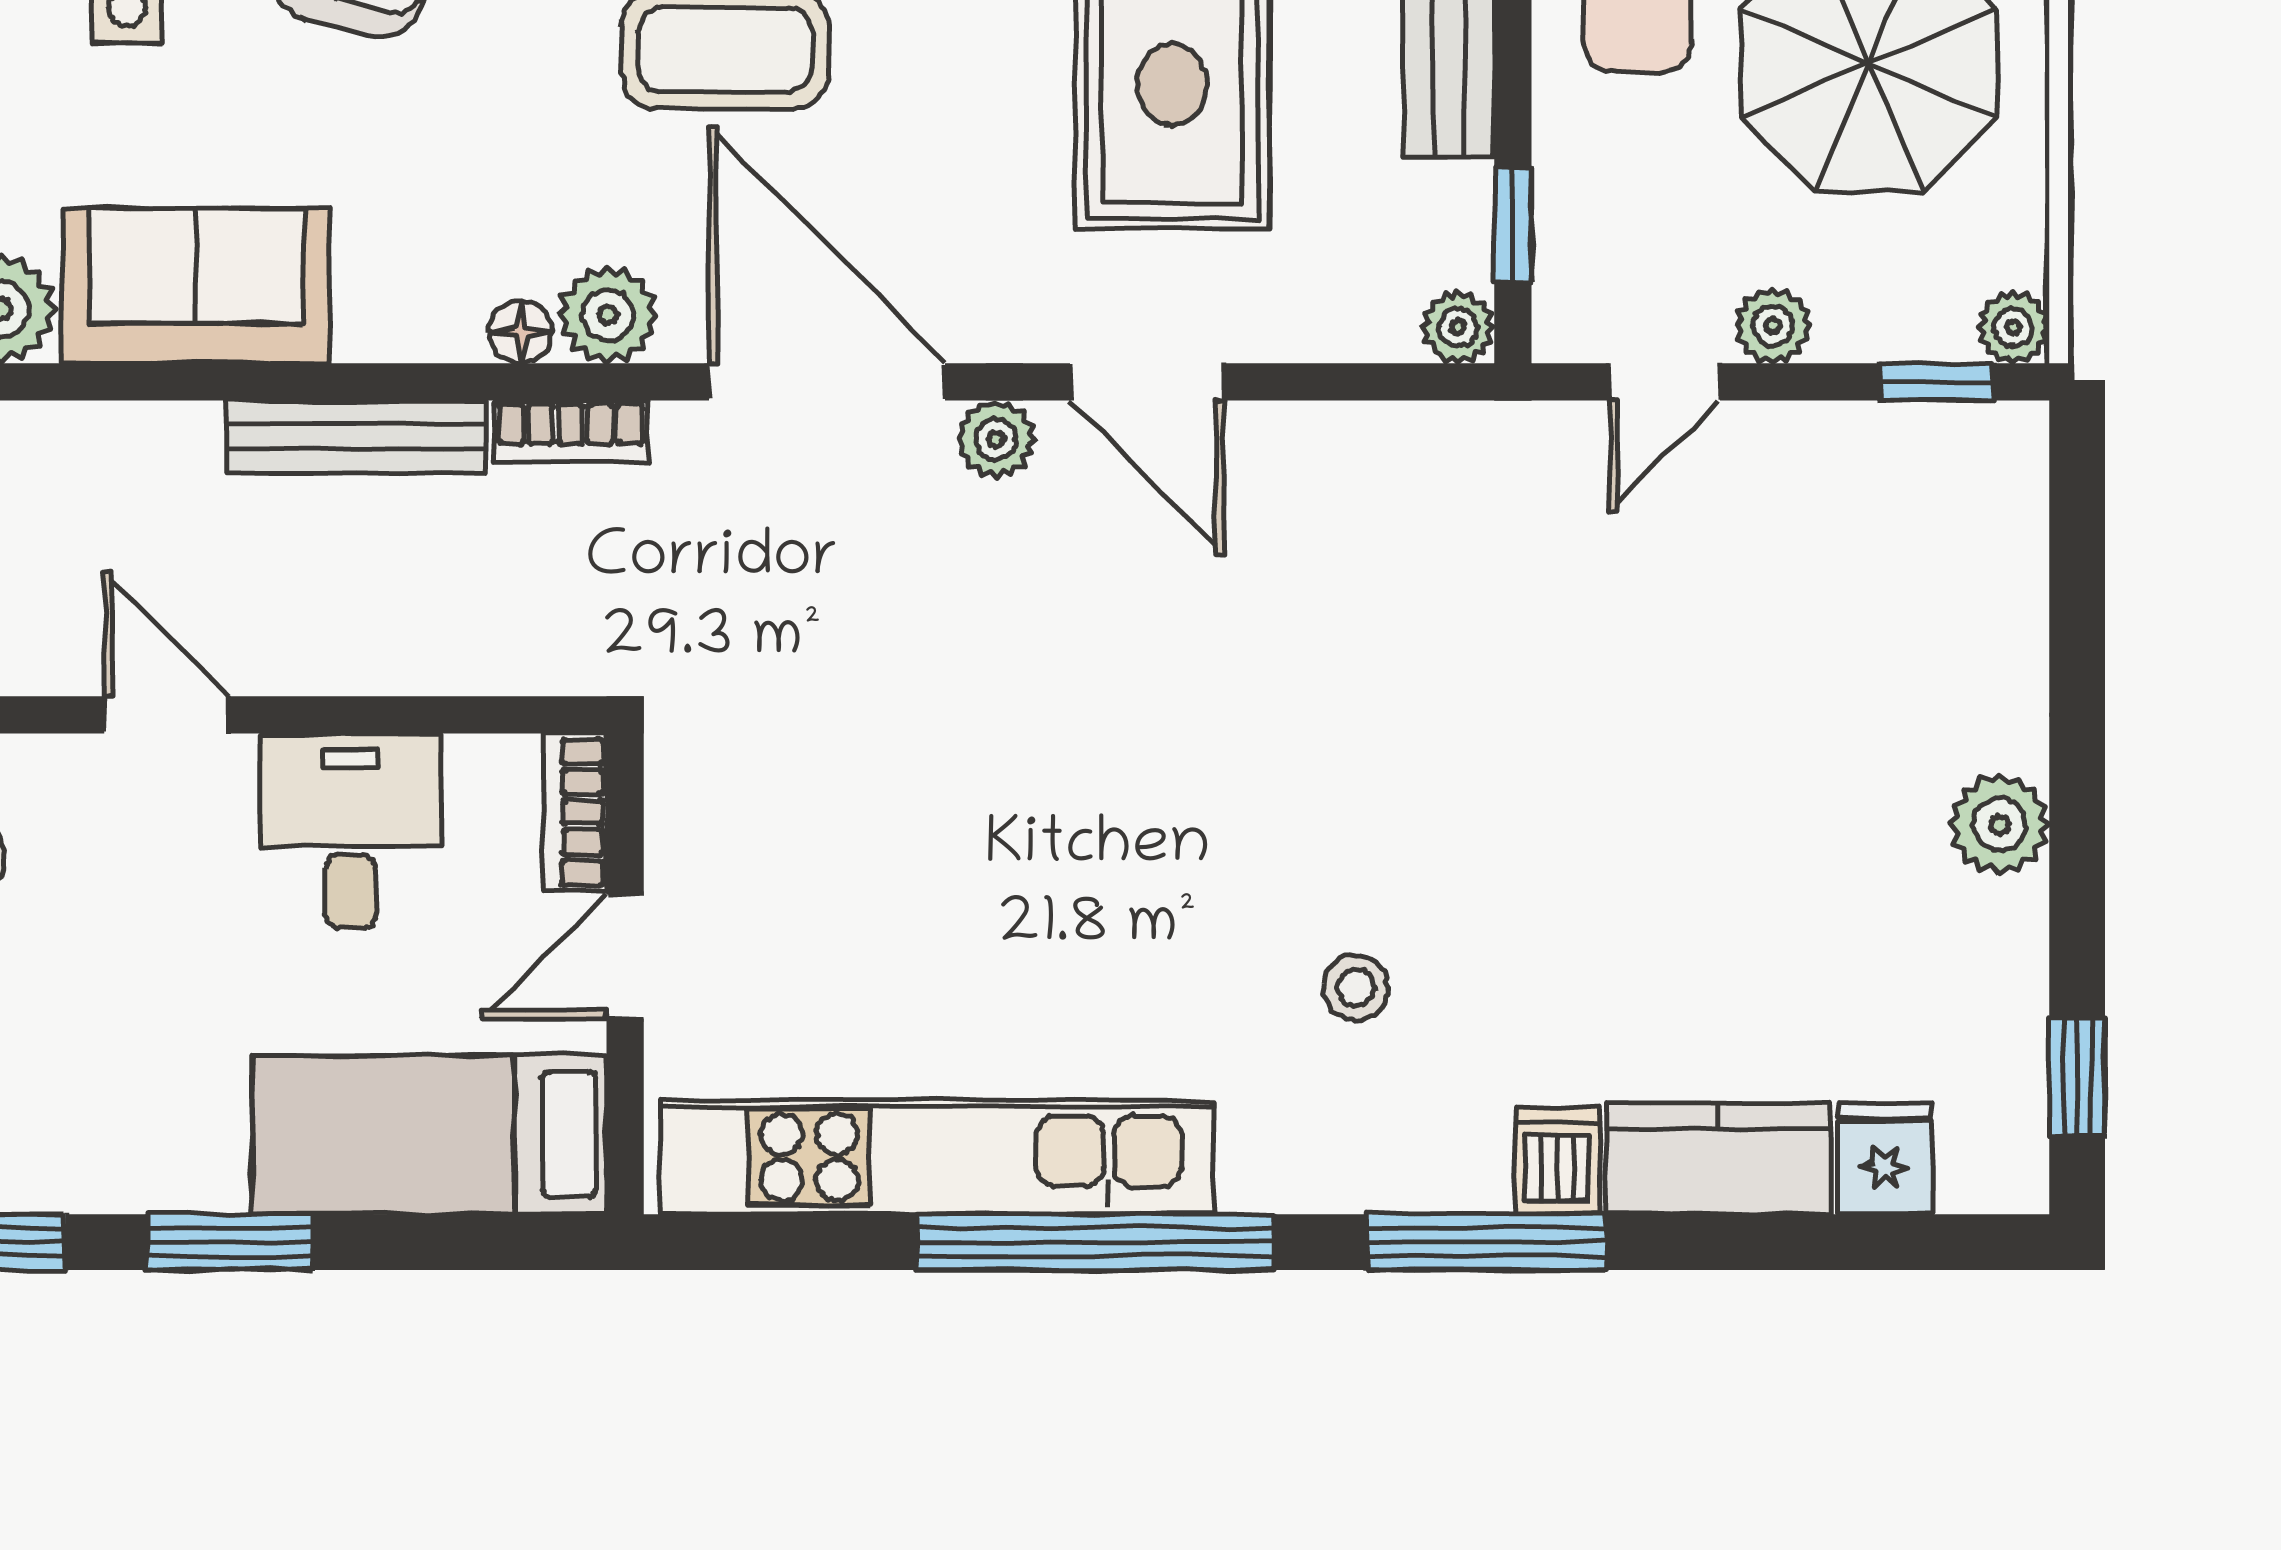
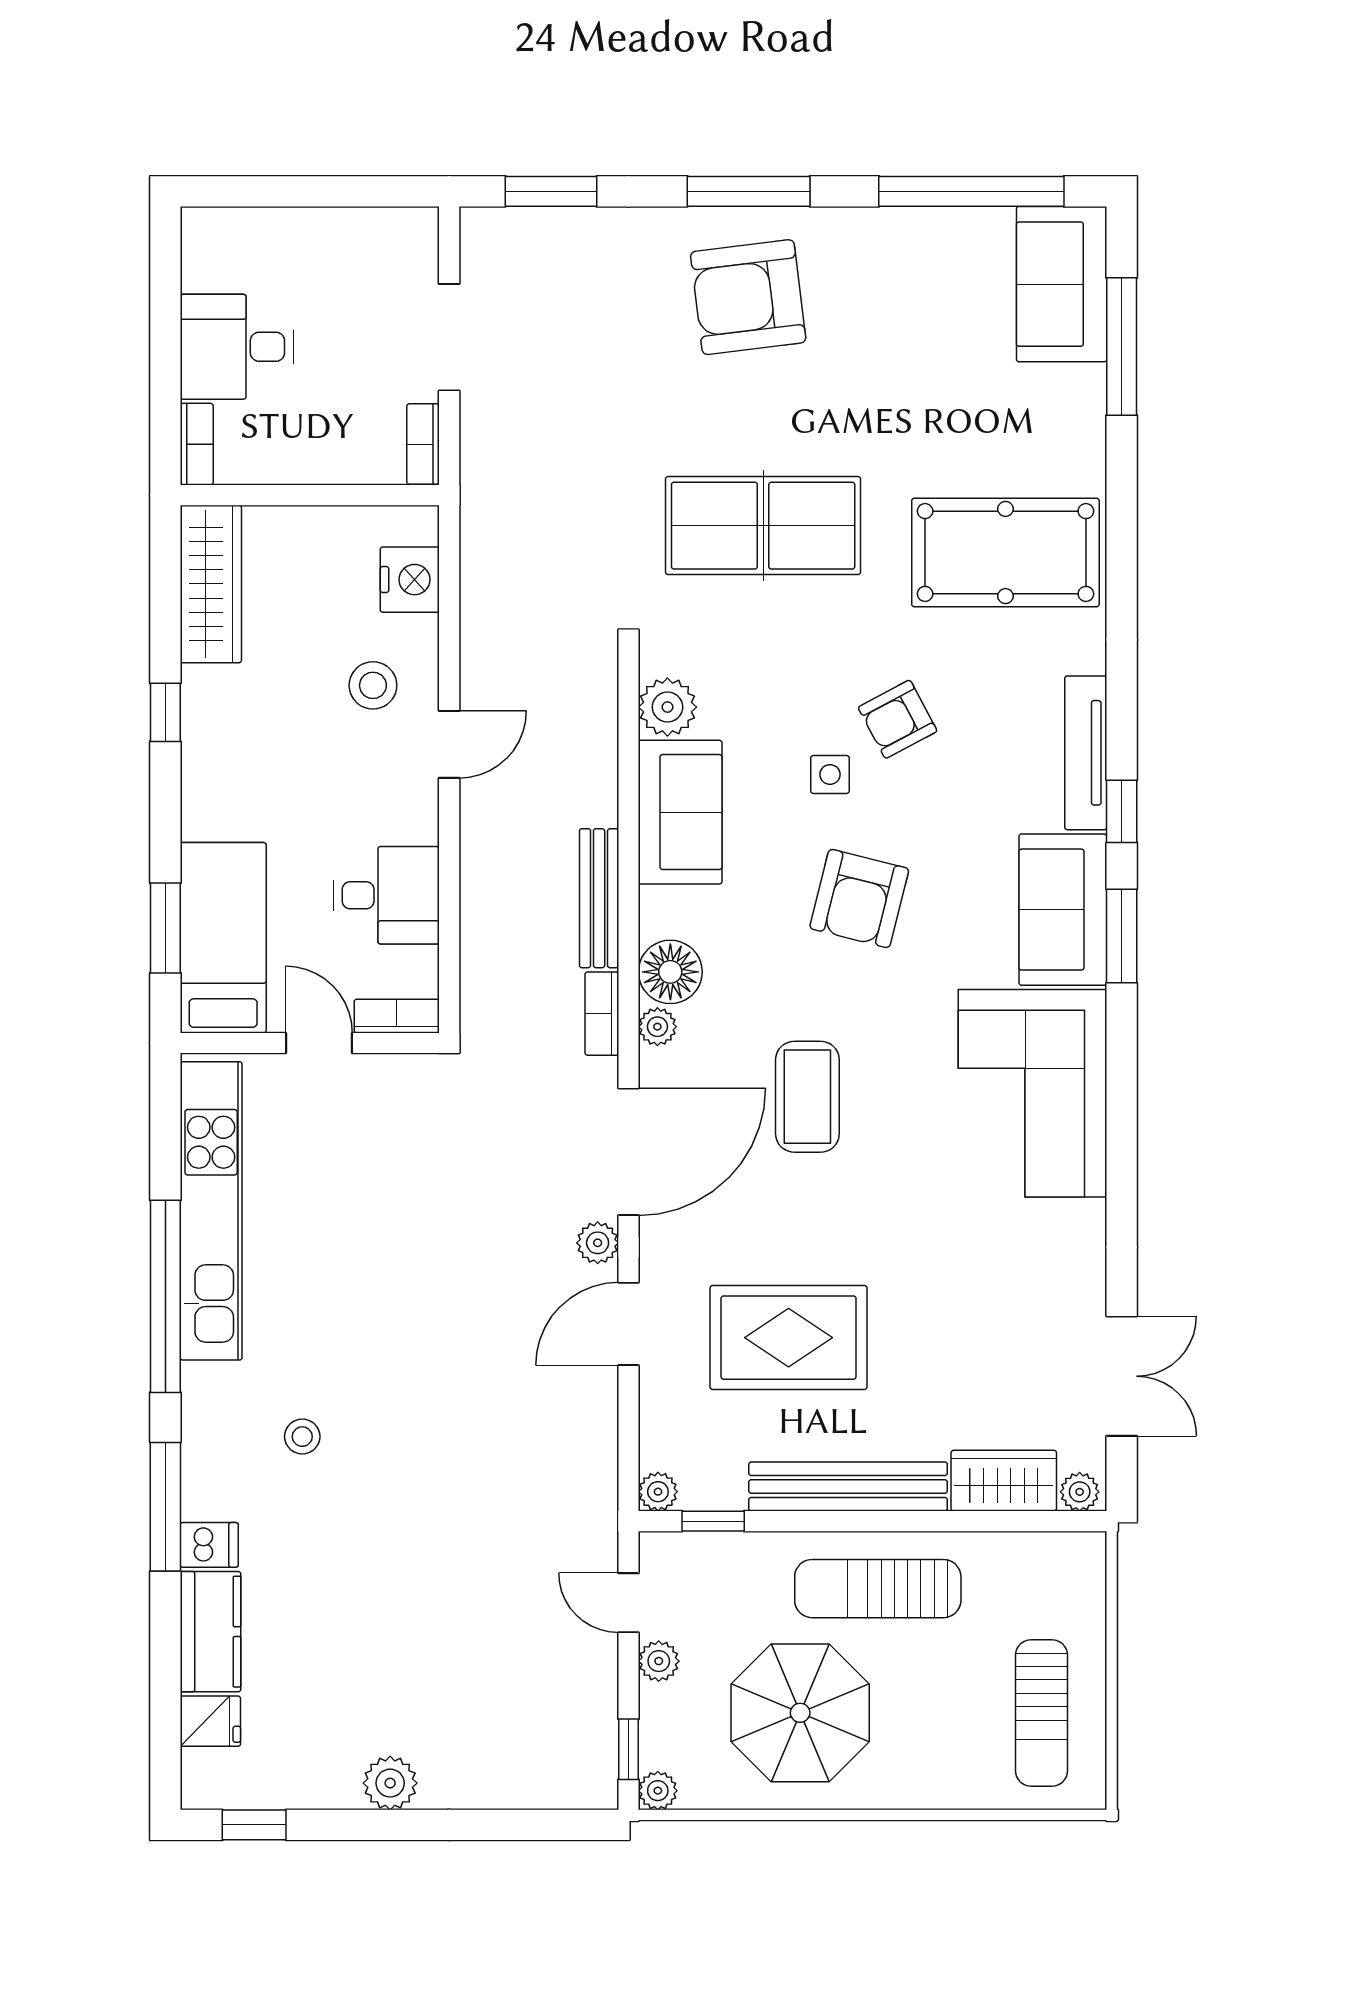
plant: (608, 315) -> (657, 1027), width x0.73, depth x0.73
floor lamp: (521, 332) -> (670, 972), width x1.89, depth x1.89
door: (166, 715) -> (449, 744), moved
window: (230, 1242) -> (165, 928), moved

